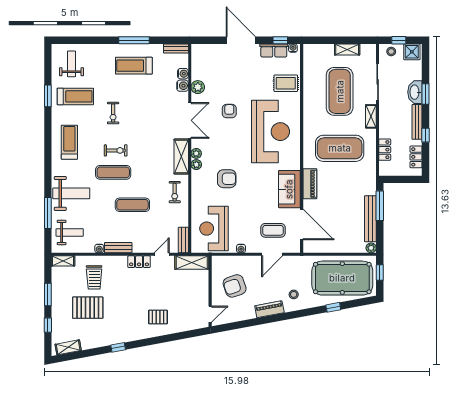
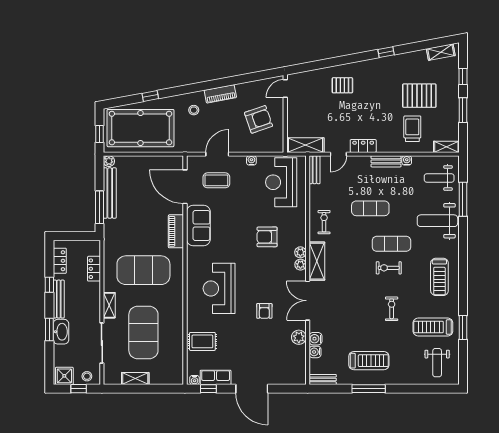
reception desk: (271, 132) -> (219, 288), width x0.74, depth x0.77
reception desk: (214, 229) -> (281, 182), turned 180

